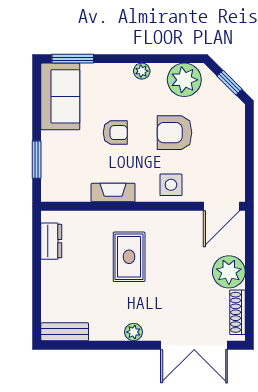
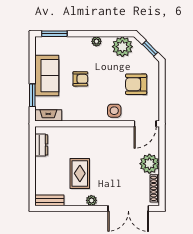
sofa: (60, 96) -> (47, 76), moved
armchair: (175, 133) -> (136, 84), moved
fireplace: (113, 193) -> (48, 115), moved
rug: (129, 257) -> (80, 173), moved

